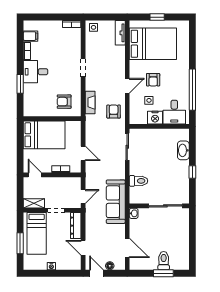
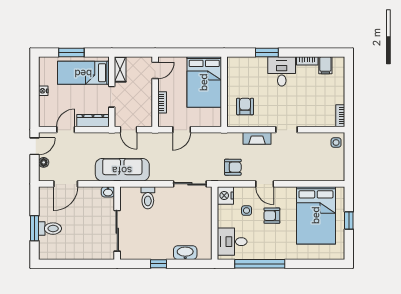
tv unit: (120, 33) -> (329, 175), removed
fireplace: (90, 102) -> (257, 138), moved
nightstand: (155, 118) -> (225, 196), moved

